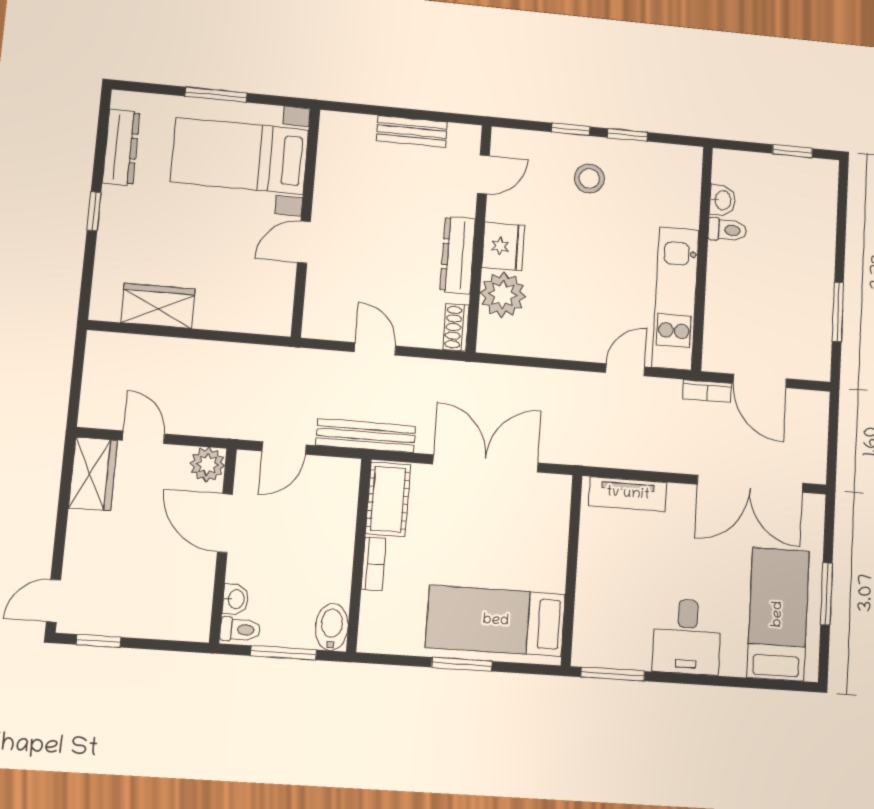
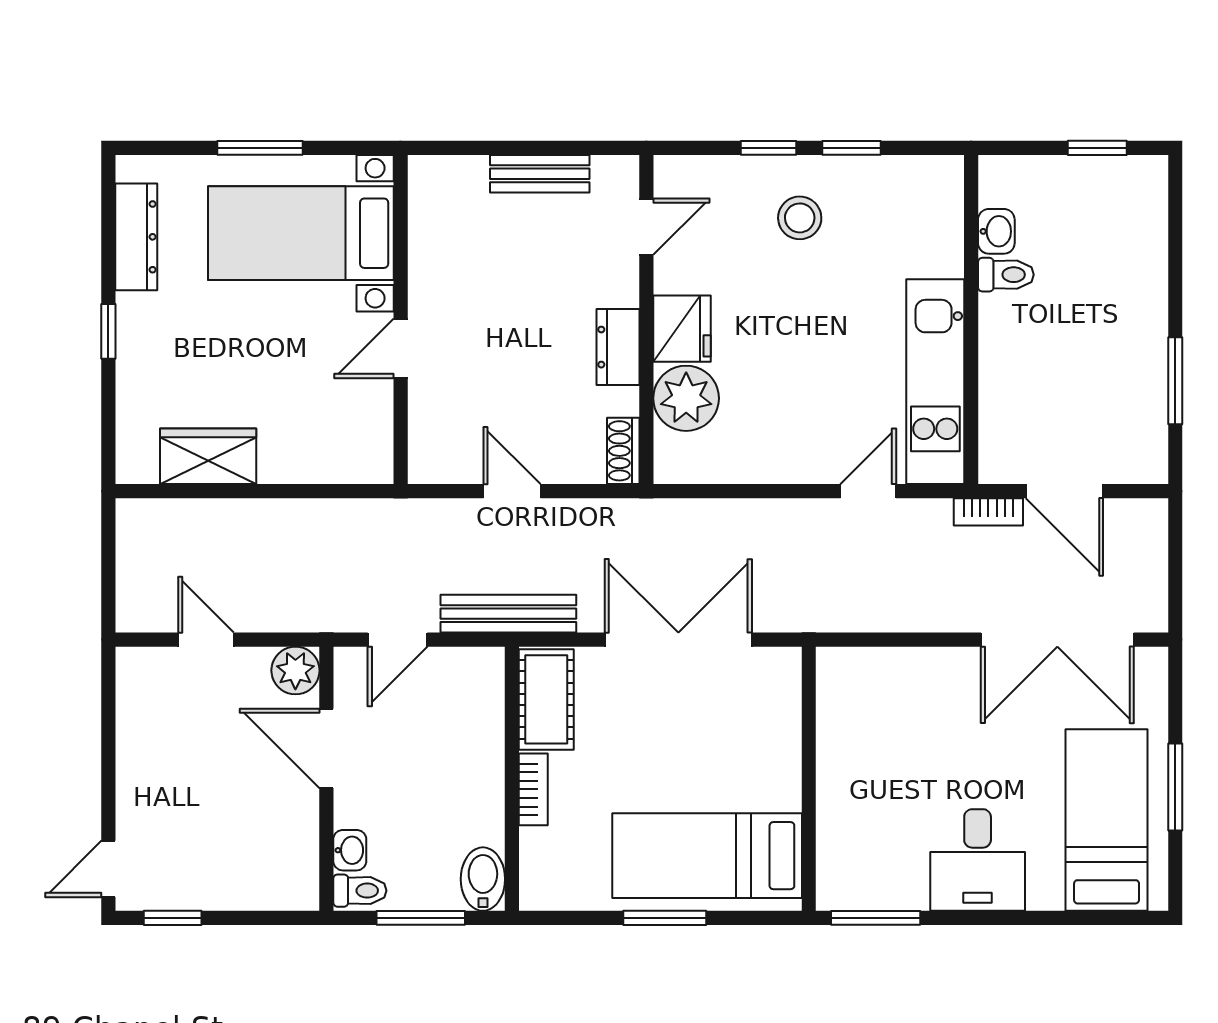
dresser: (458, 255) -> (618, 347), width x0.70
wardrobe: (93, 474) -> (143, 695), removed
tv unit: (628, 494) -> (882, 667), removed

